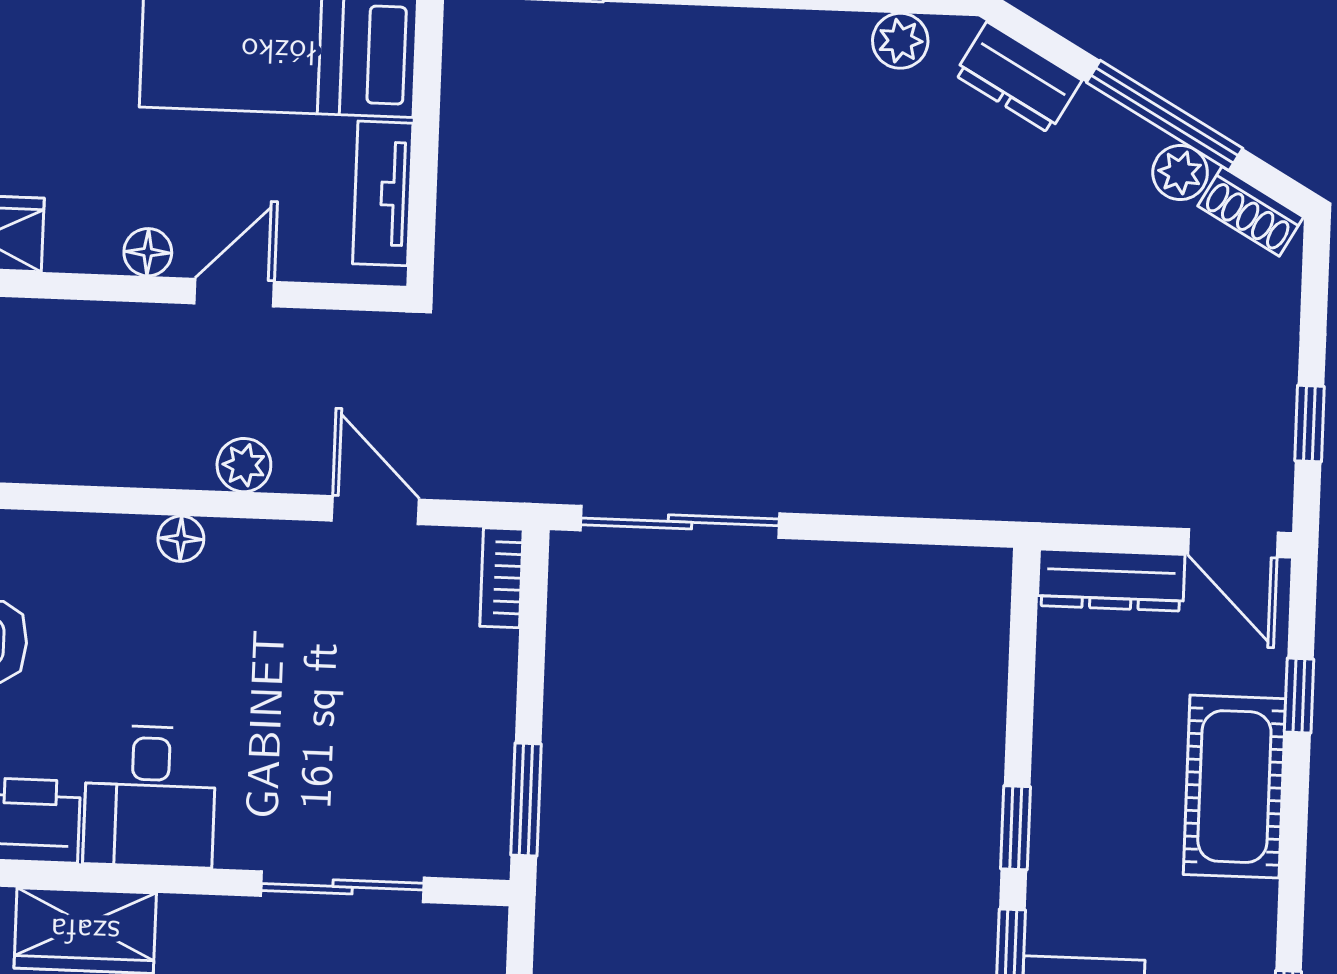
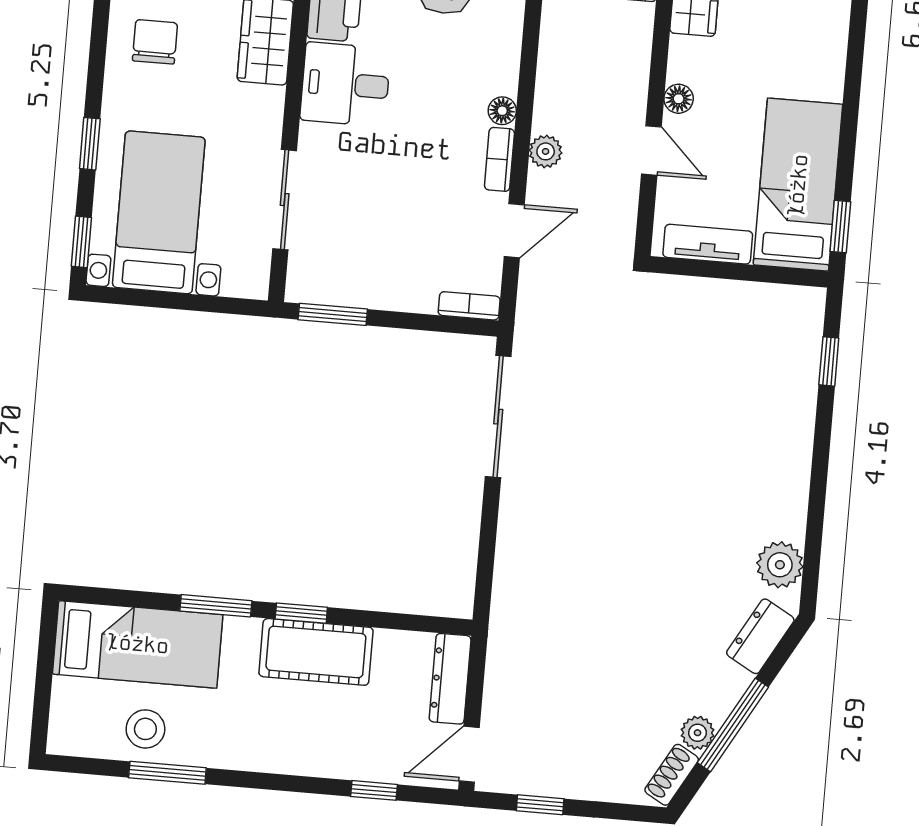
plant: (900, 41) -> (780, 565), width x1.38, depth x1.38
bookcase: (260, 540) -> (499, 159), added
cot: (1234, 787) -> (316, 652), moved

